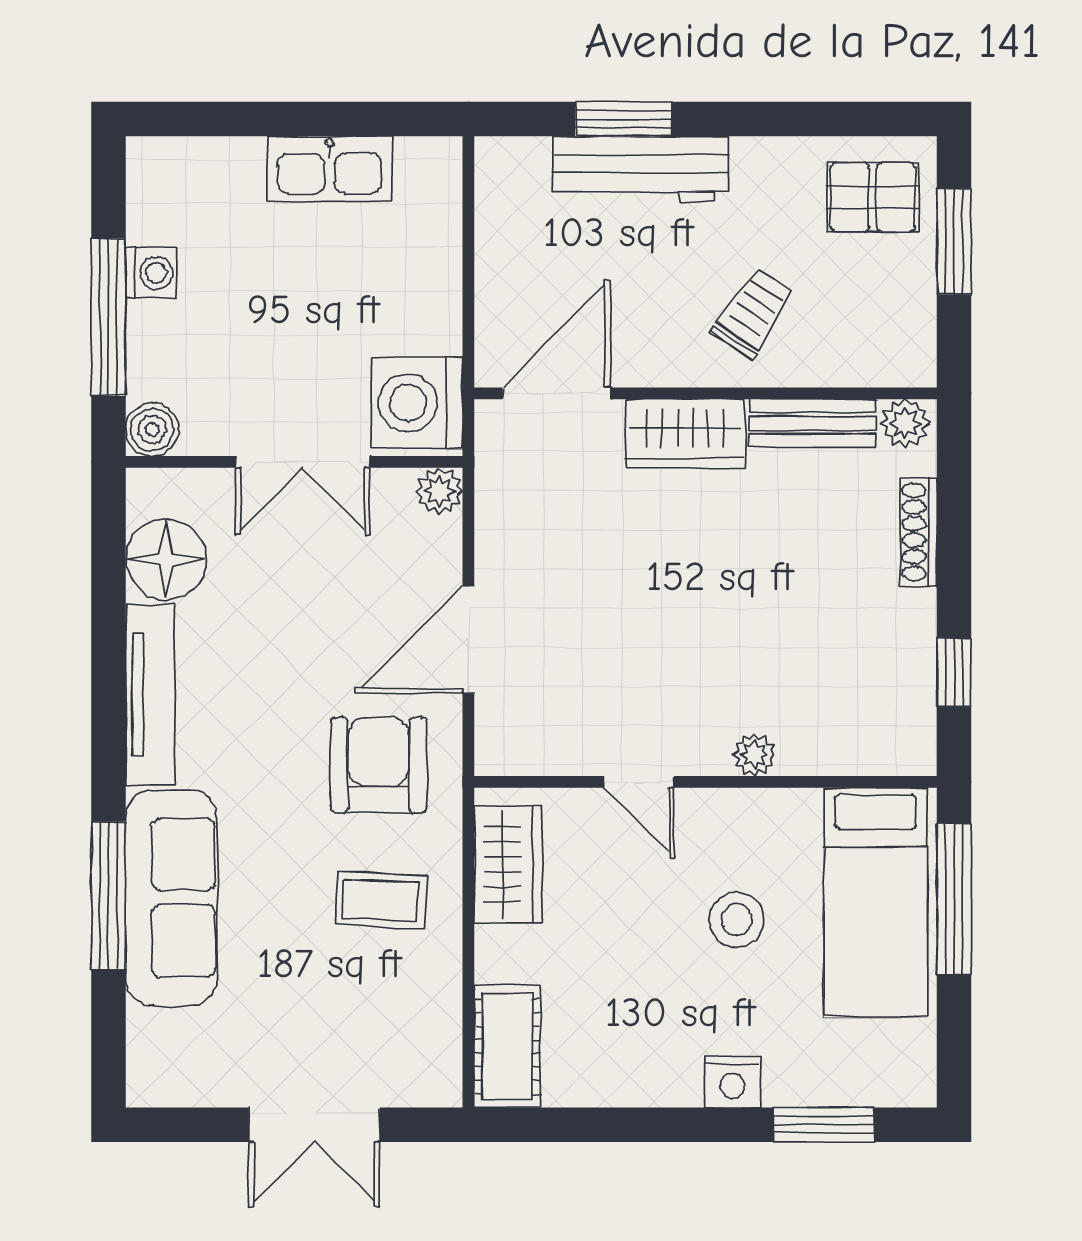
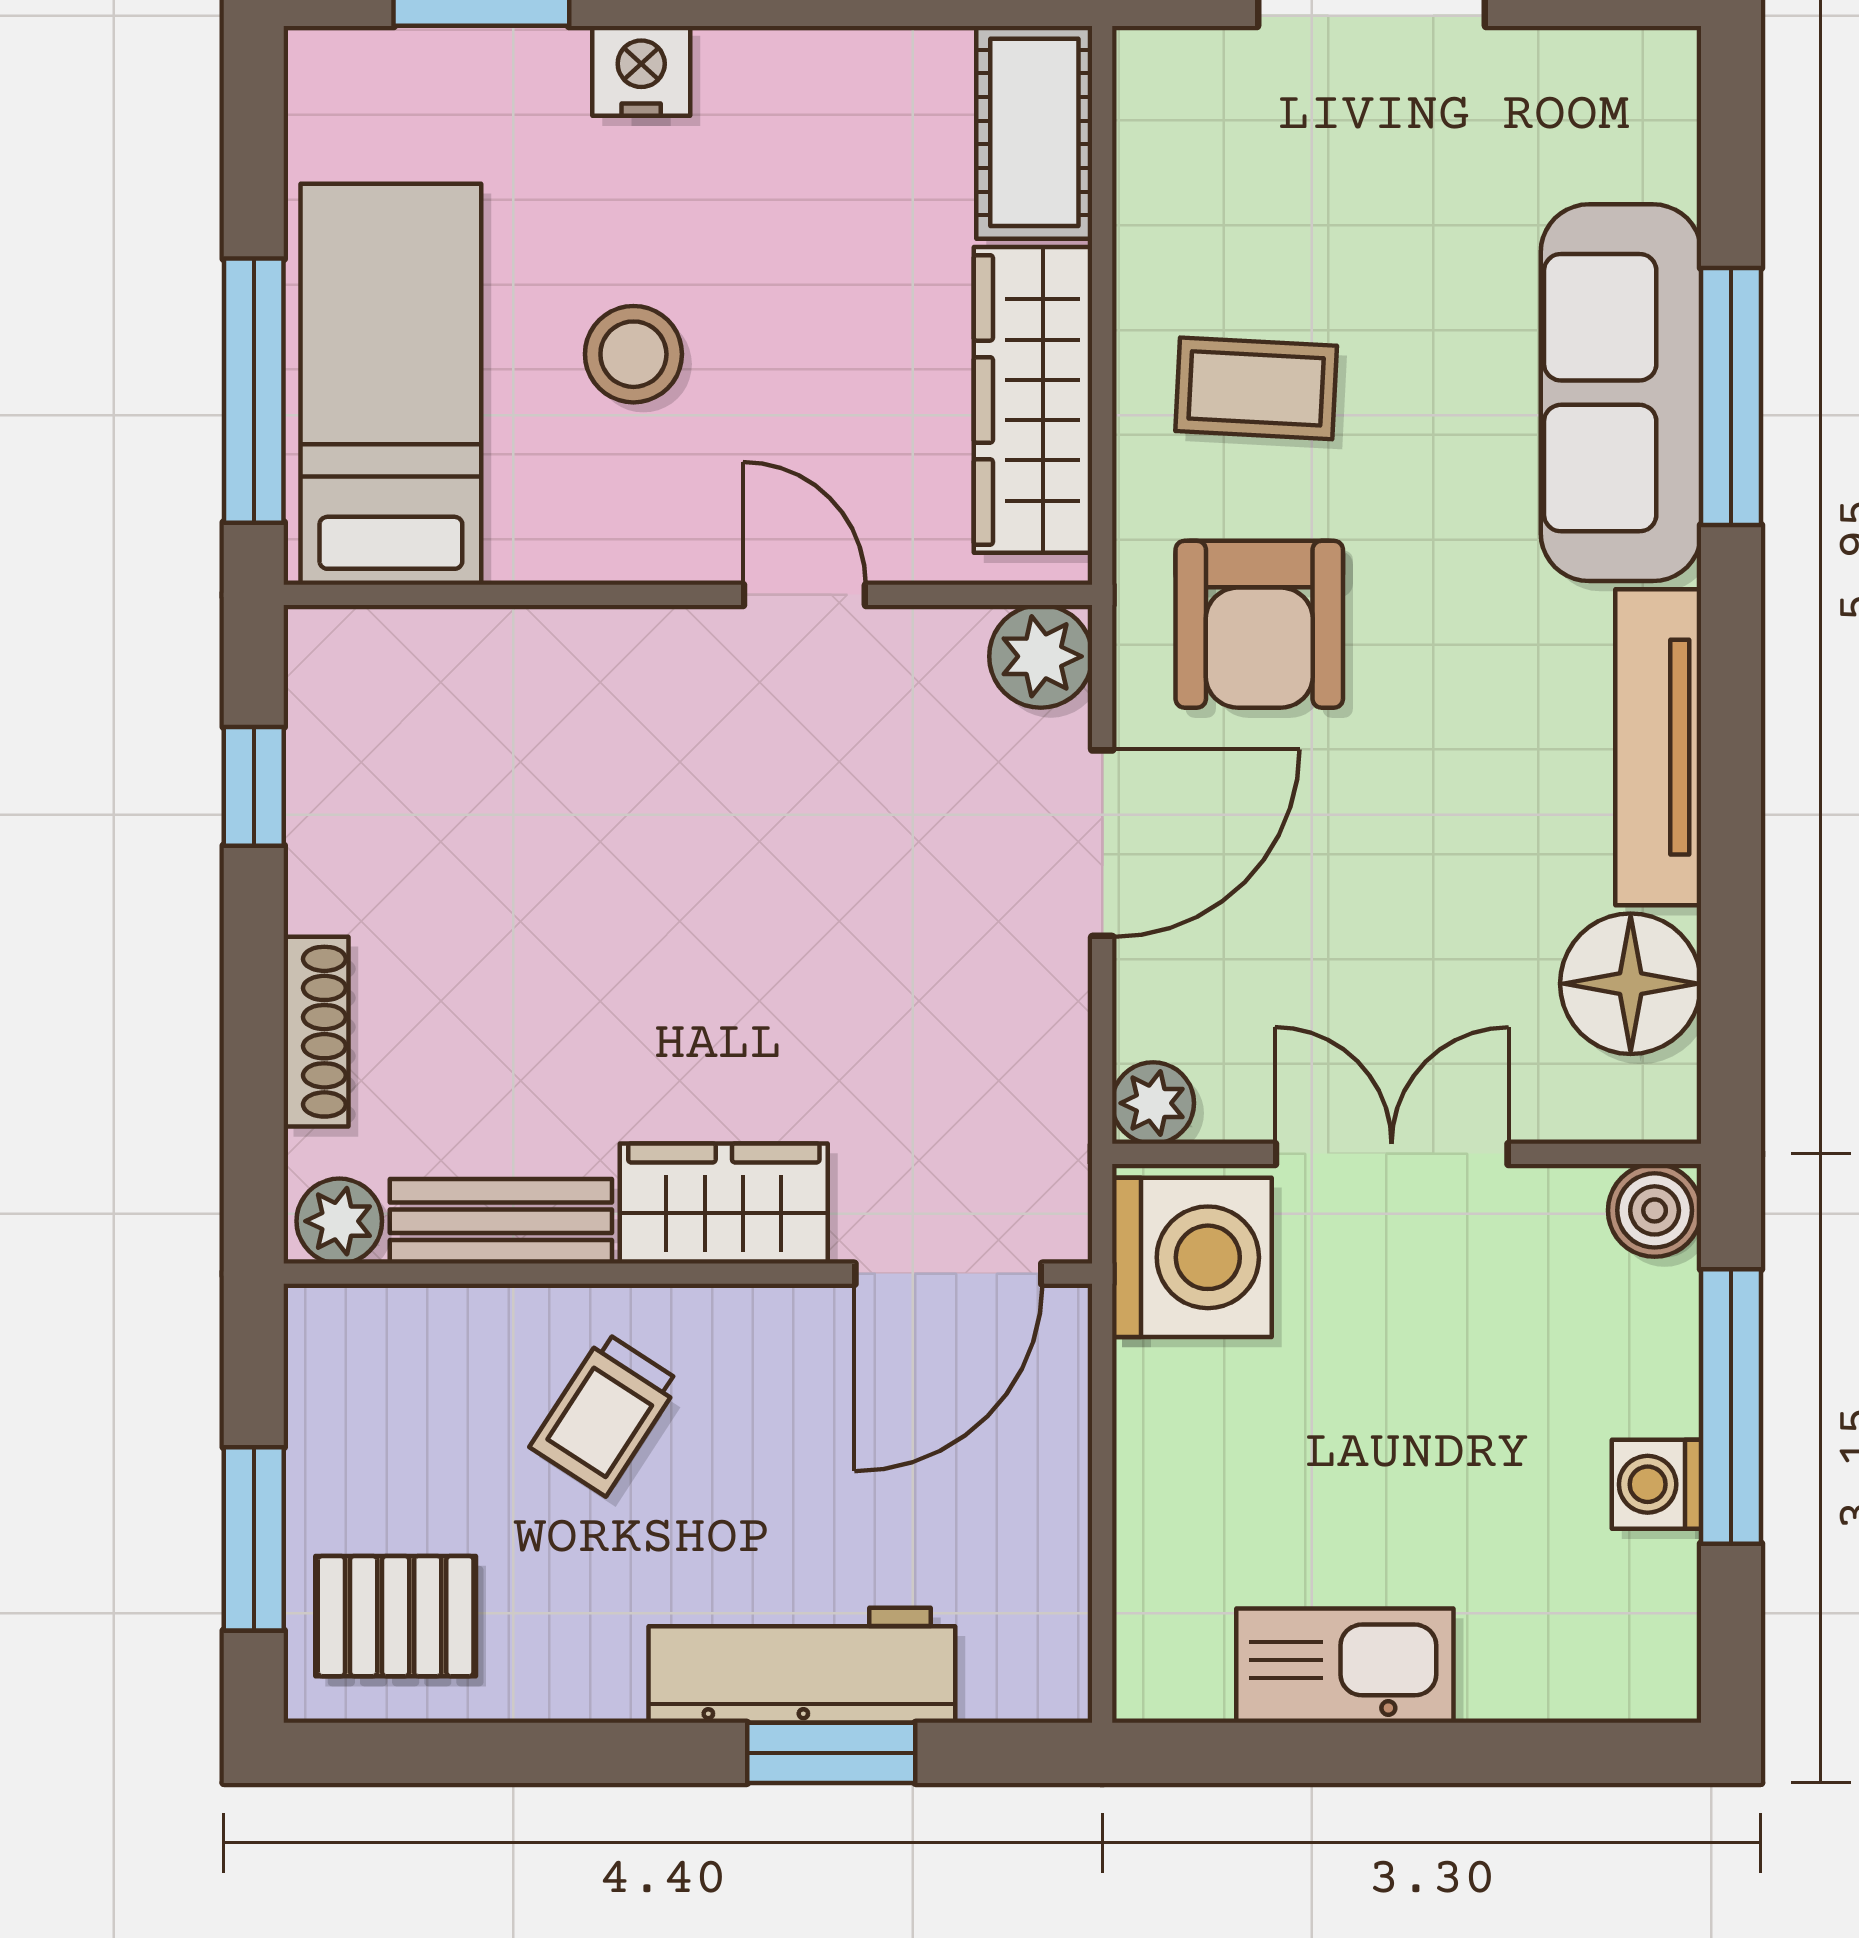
plant: (755, 755) -> (1041, 656), moved, width x1.38, depth x1.38
wardrobe: (508, 864) -> (1033, 400), width x1.50

